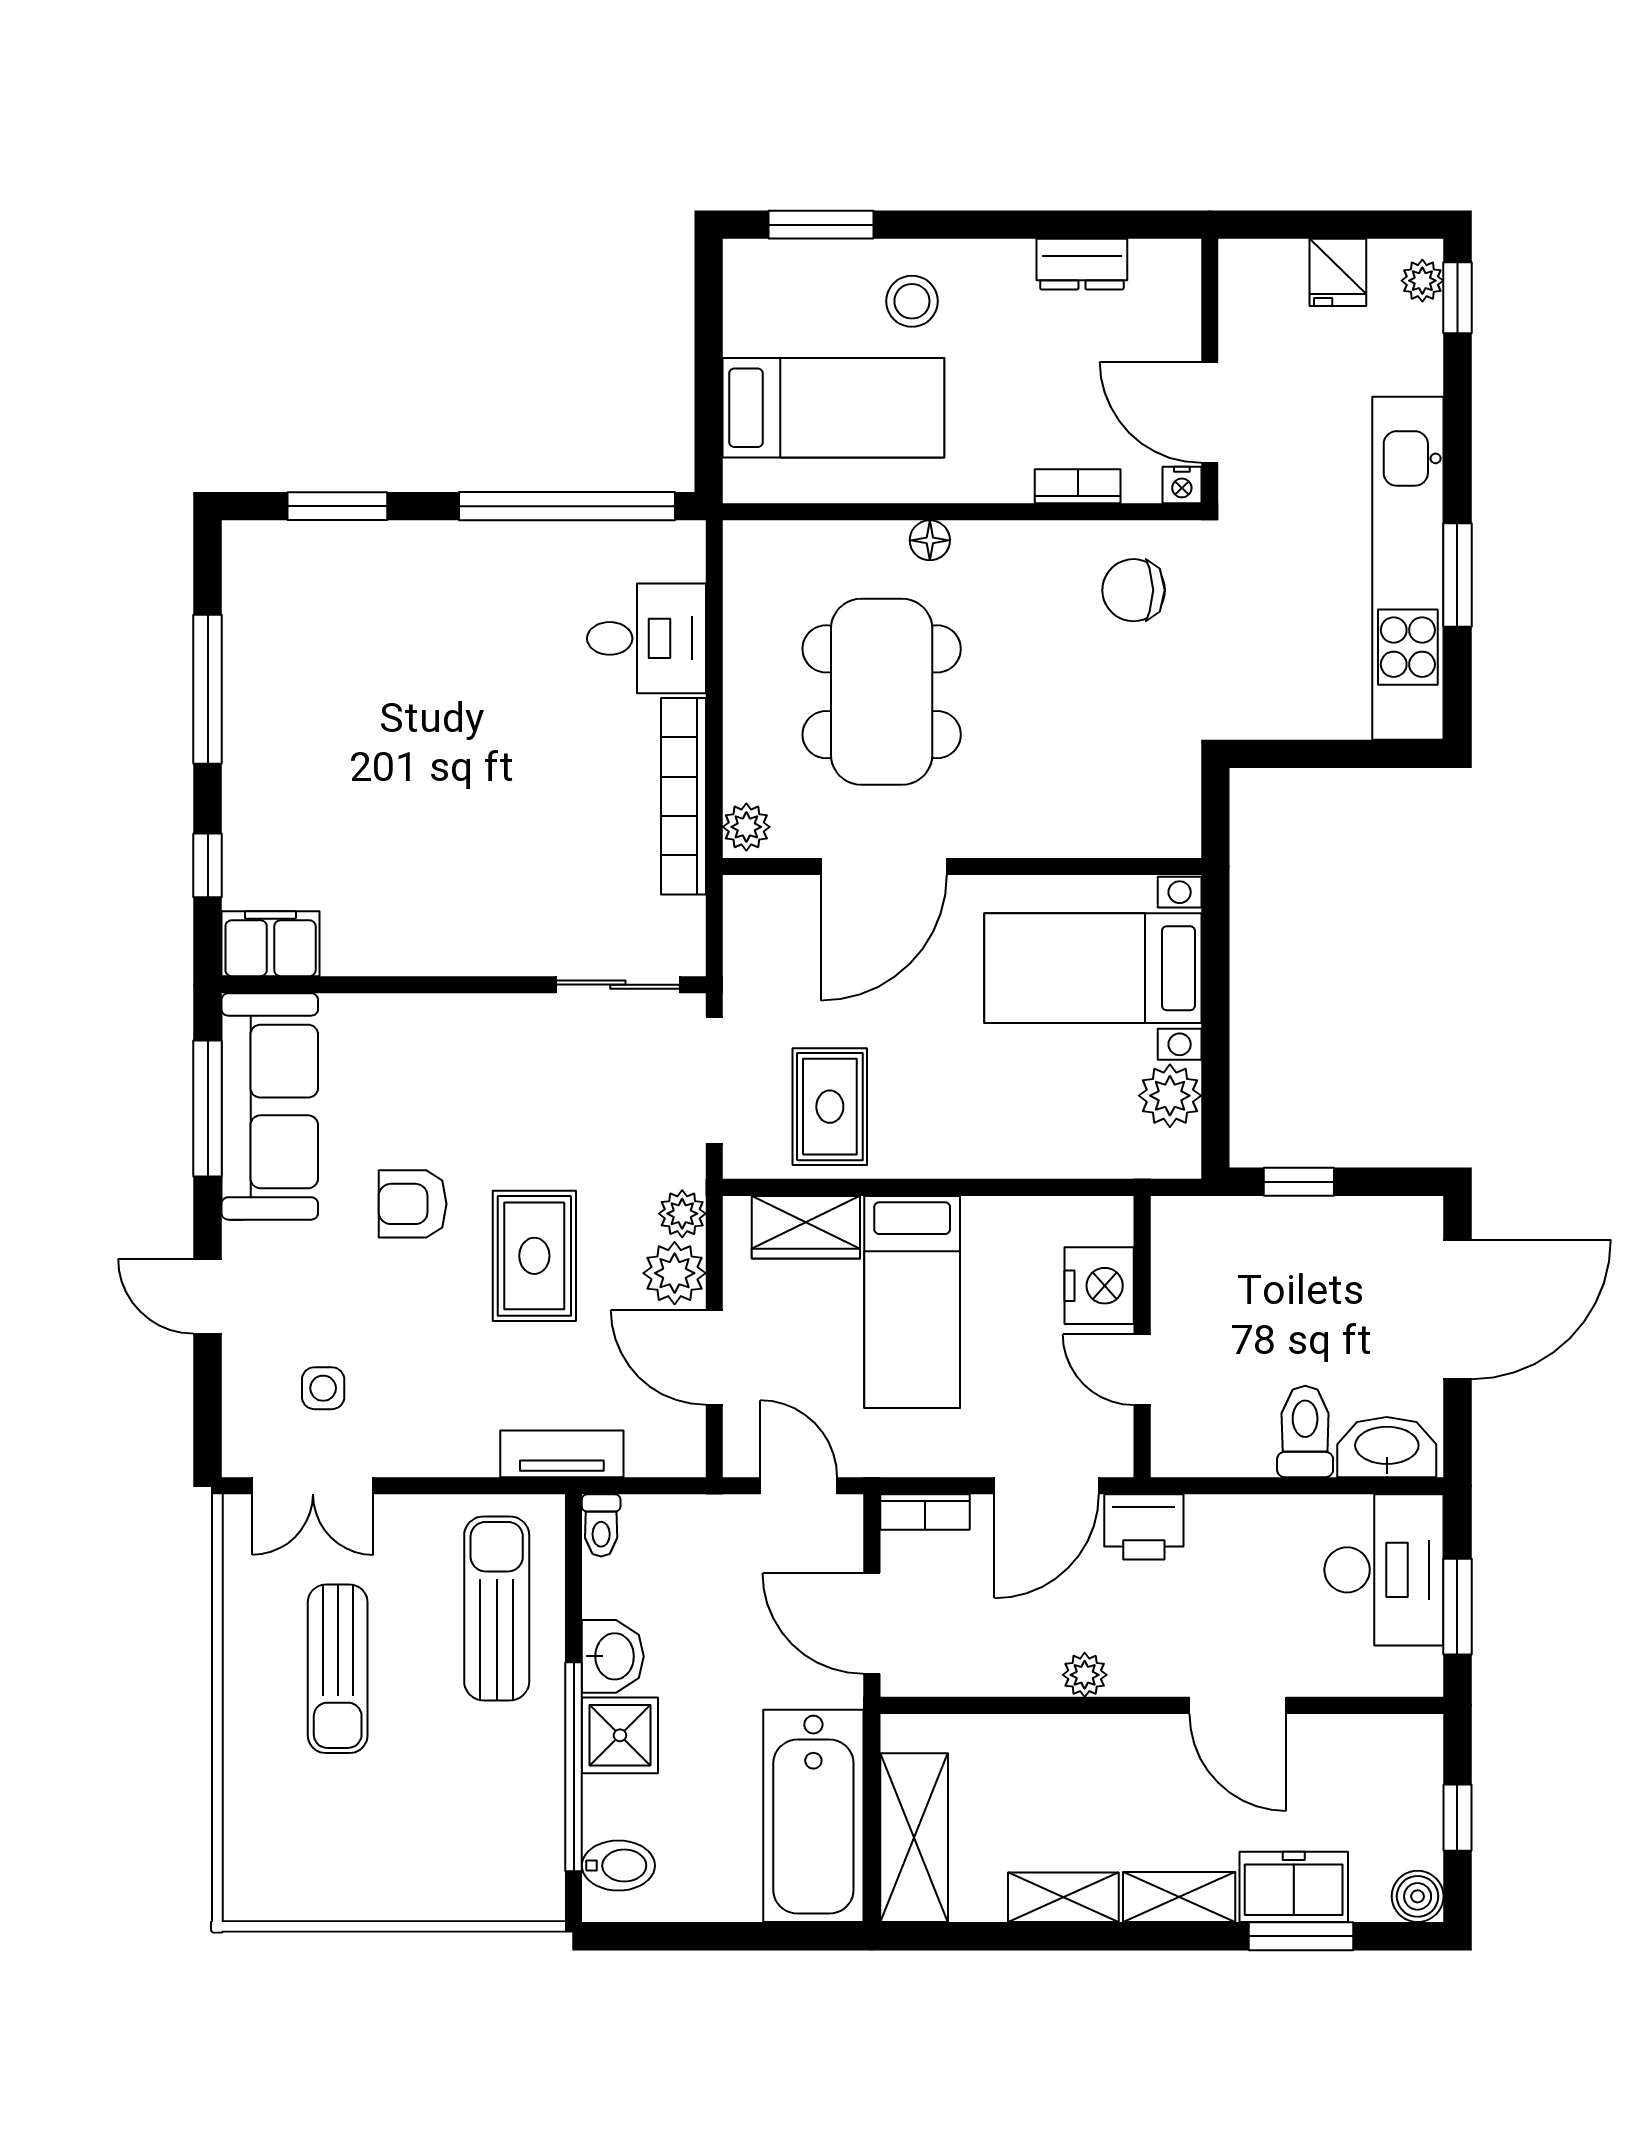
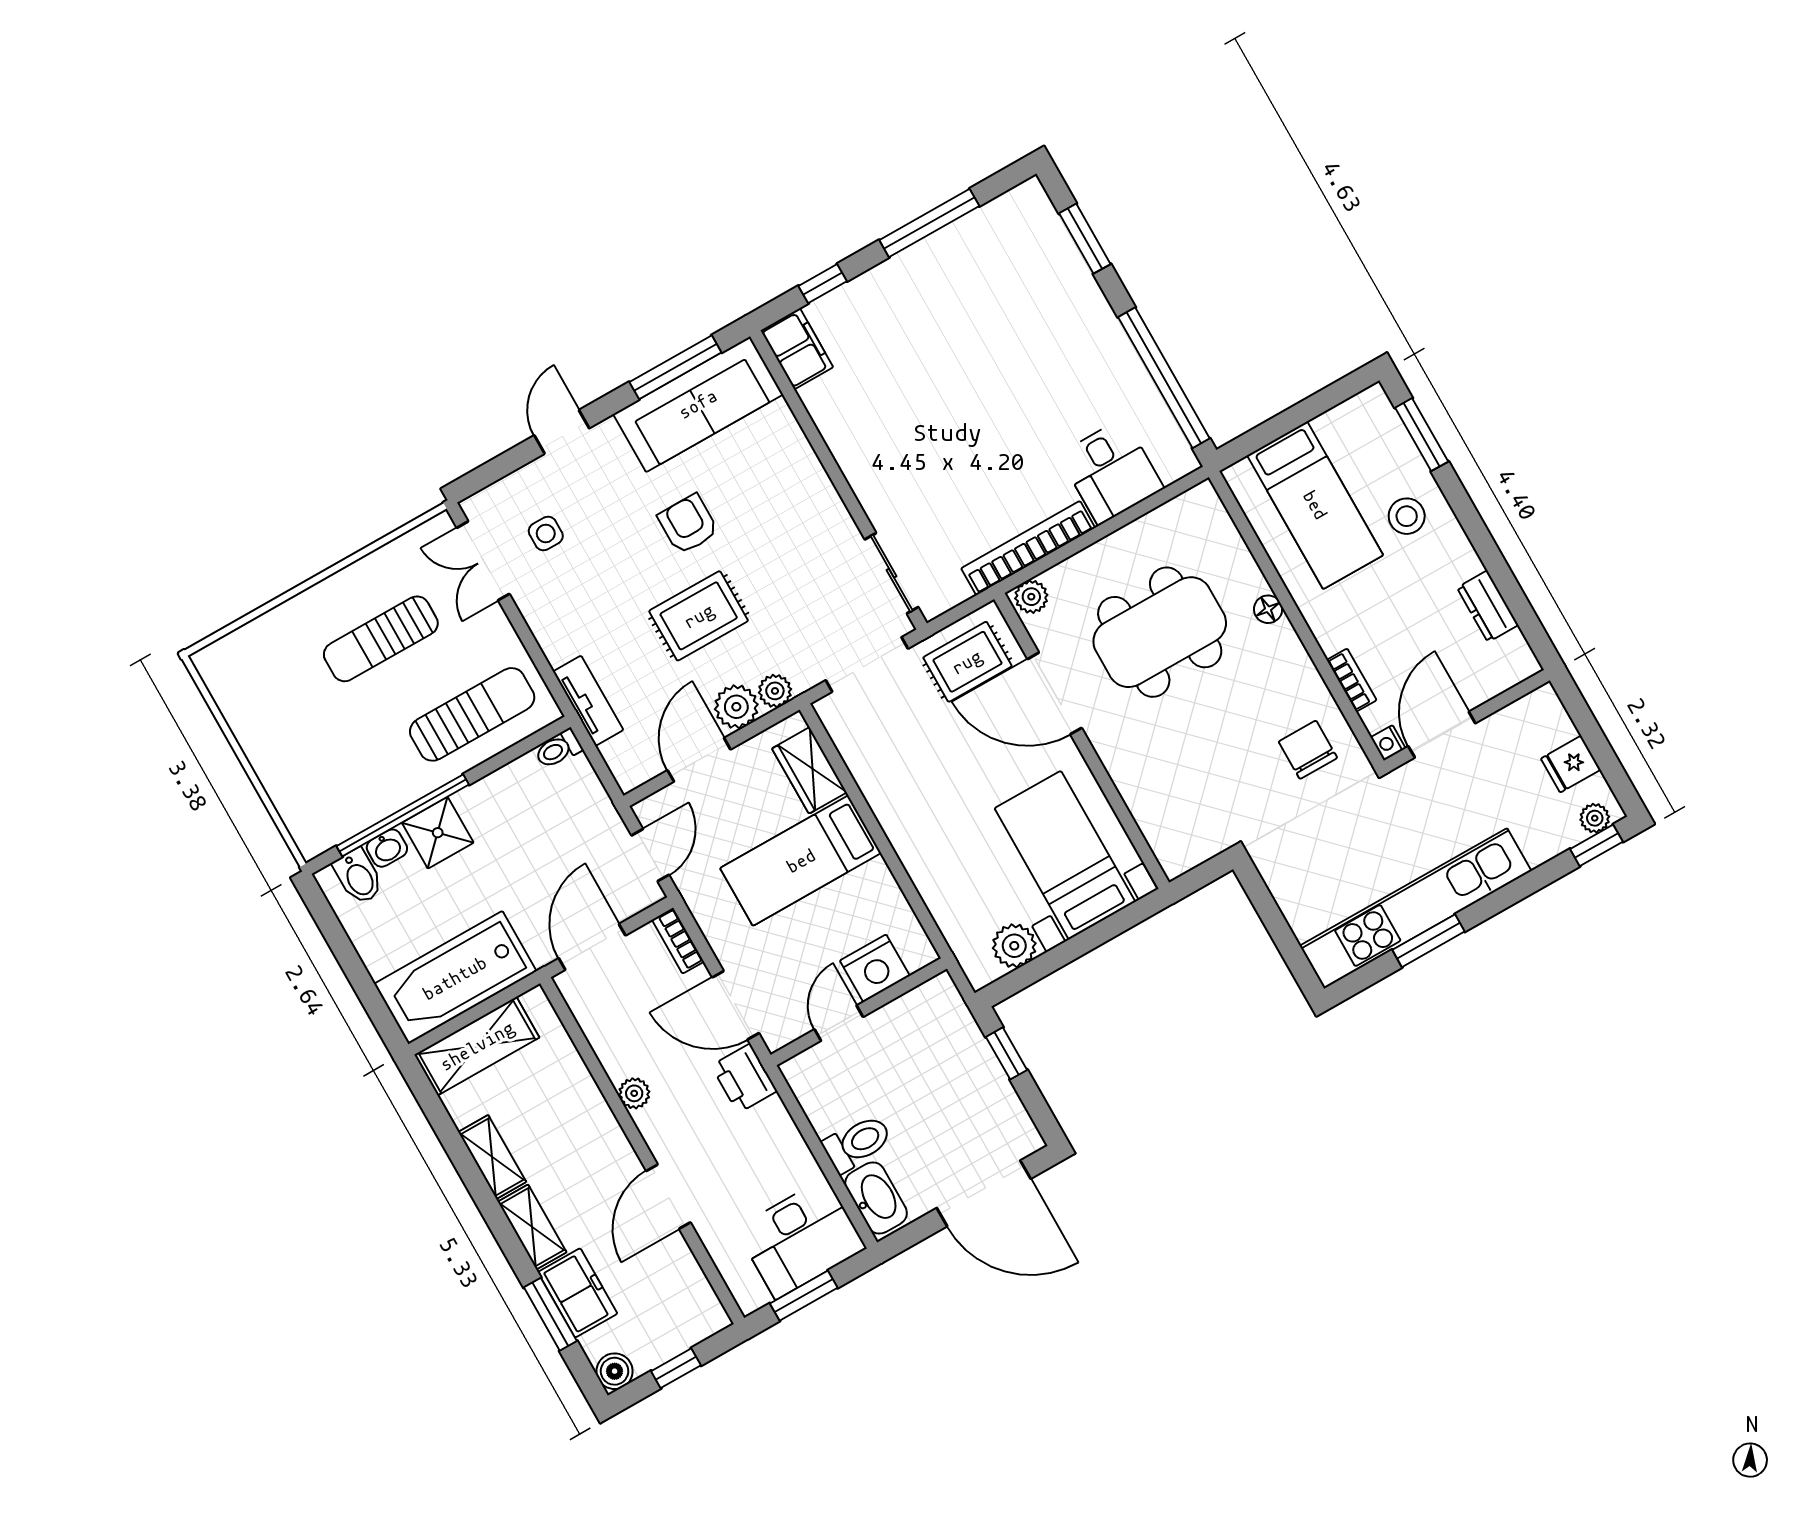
rug: (830, 1107) -> (967, 662), moved
washbasin: (613, 1656) -> (387, 848), moved, width x0.72, depth x0.69

